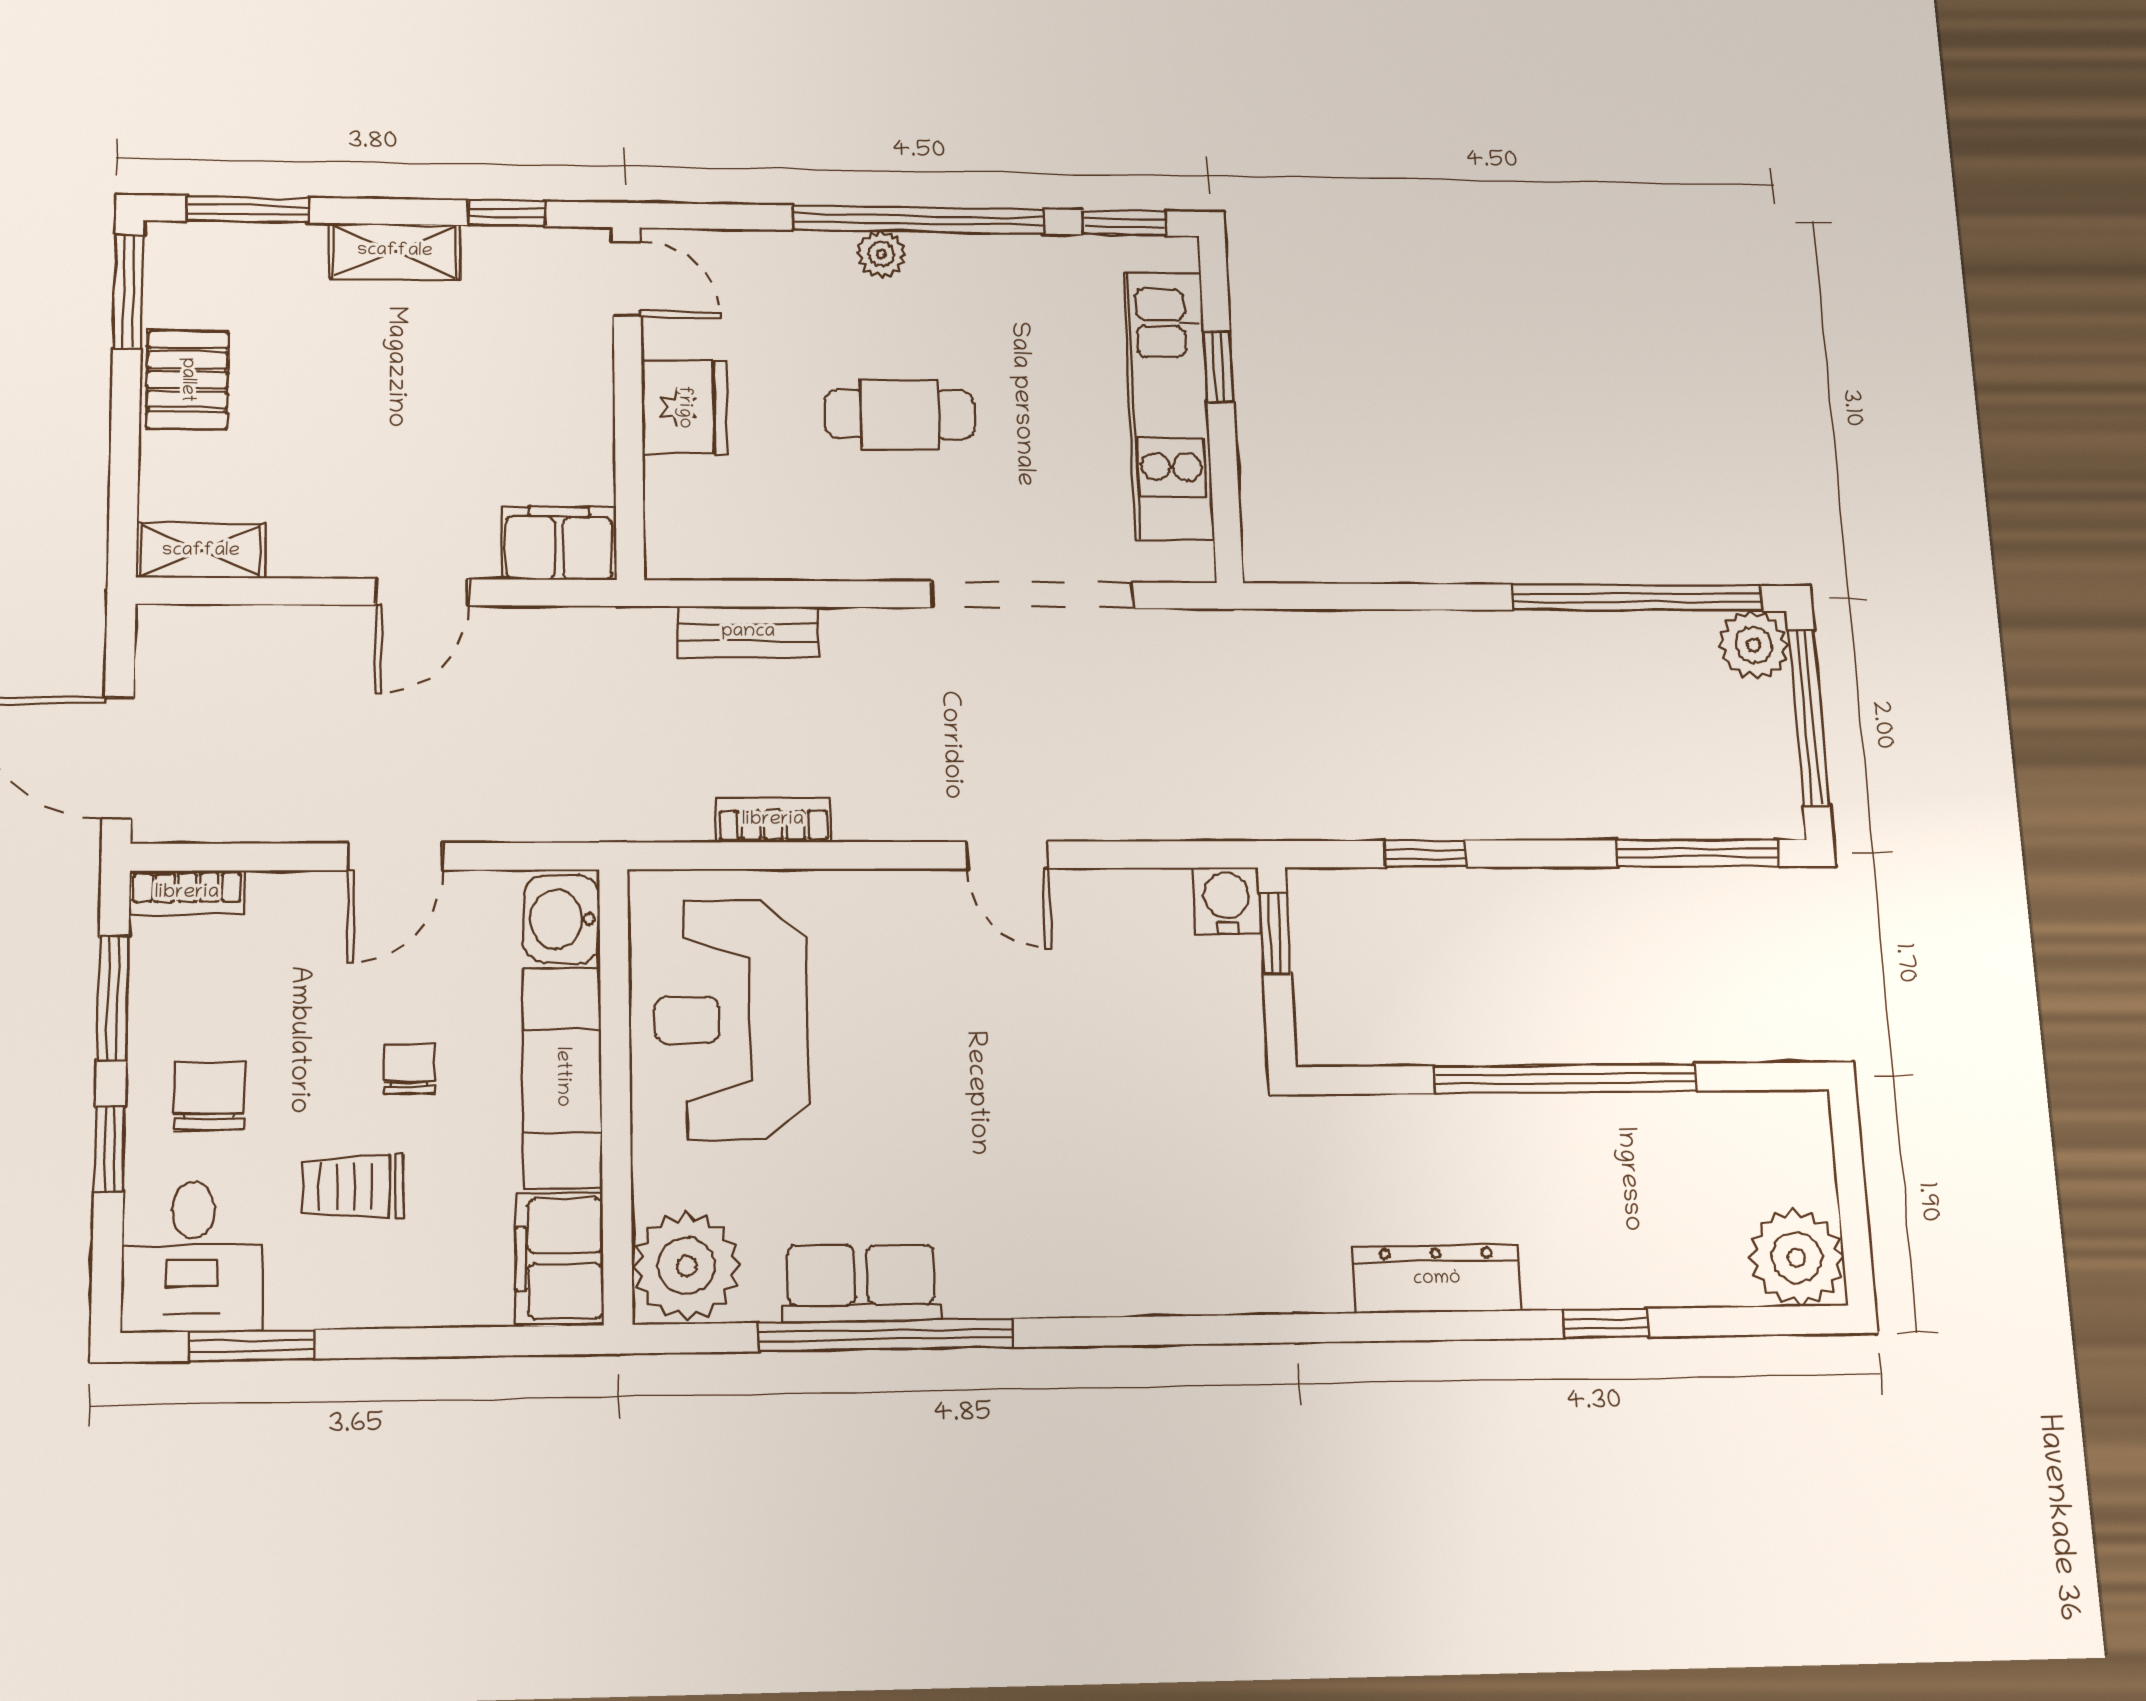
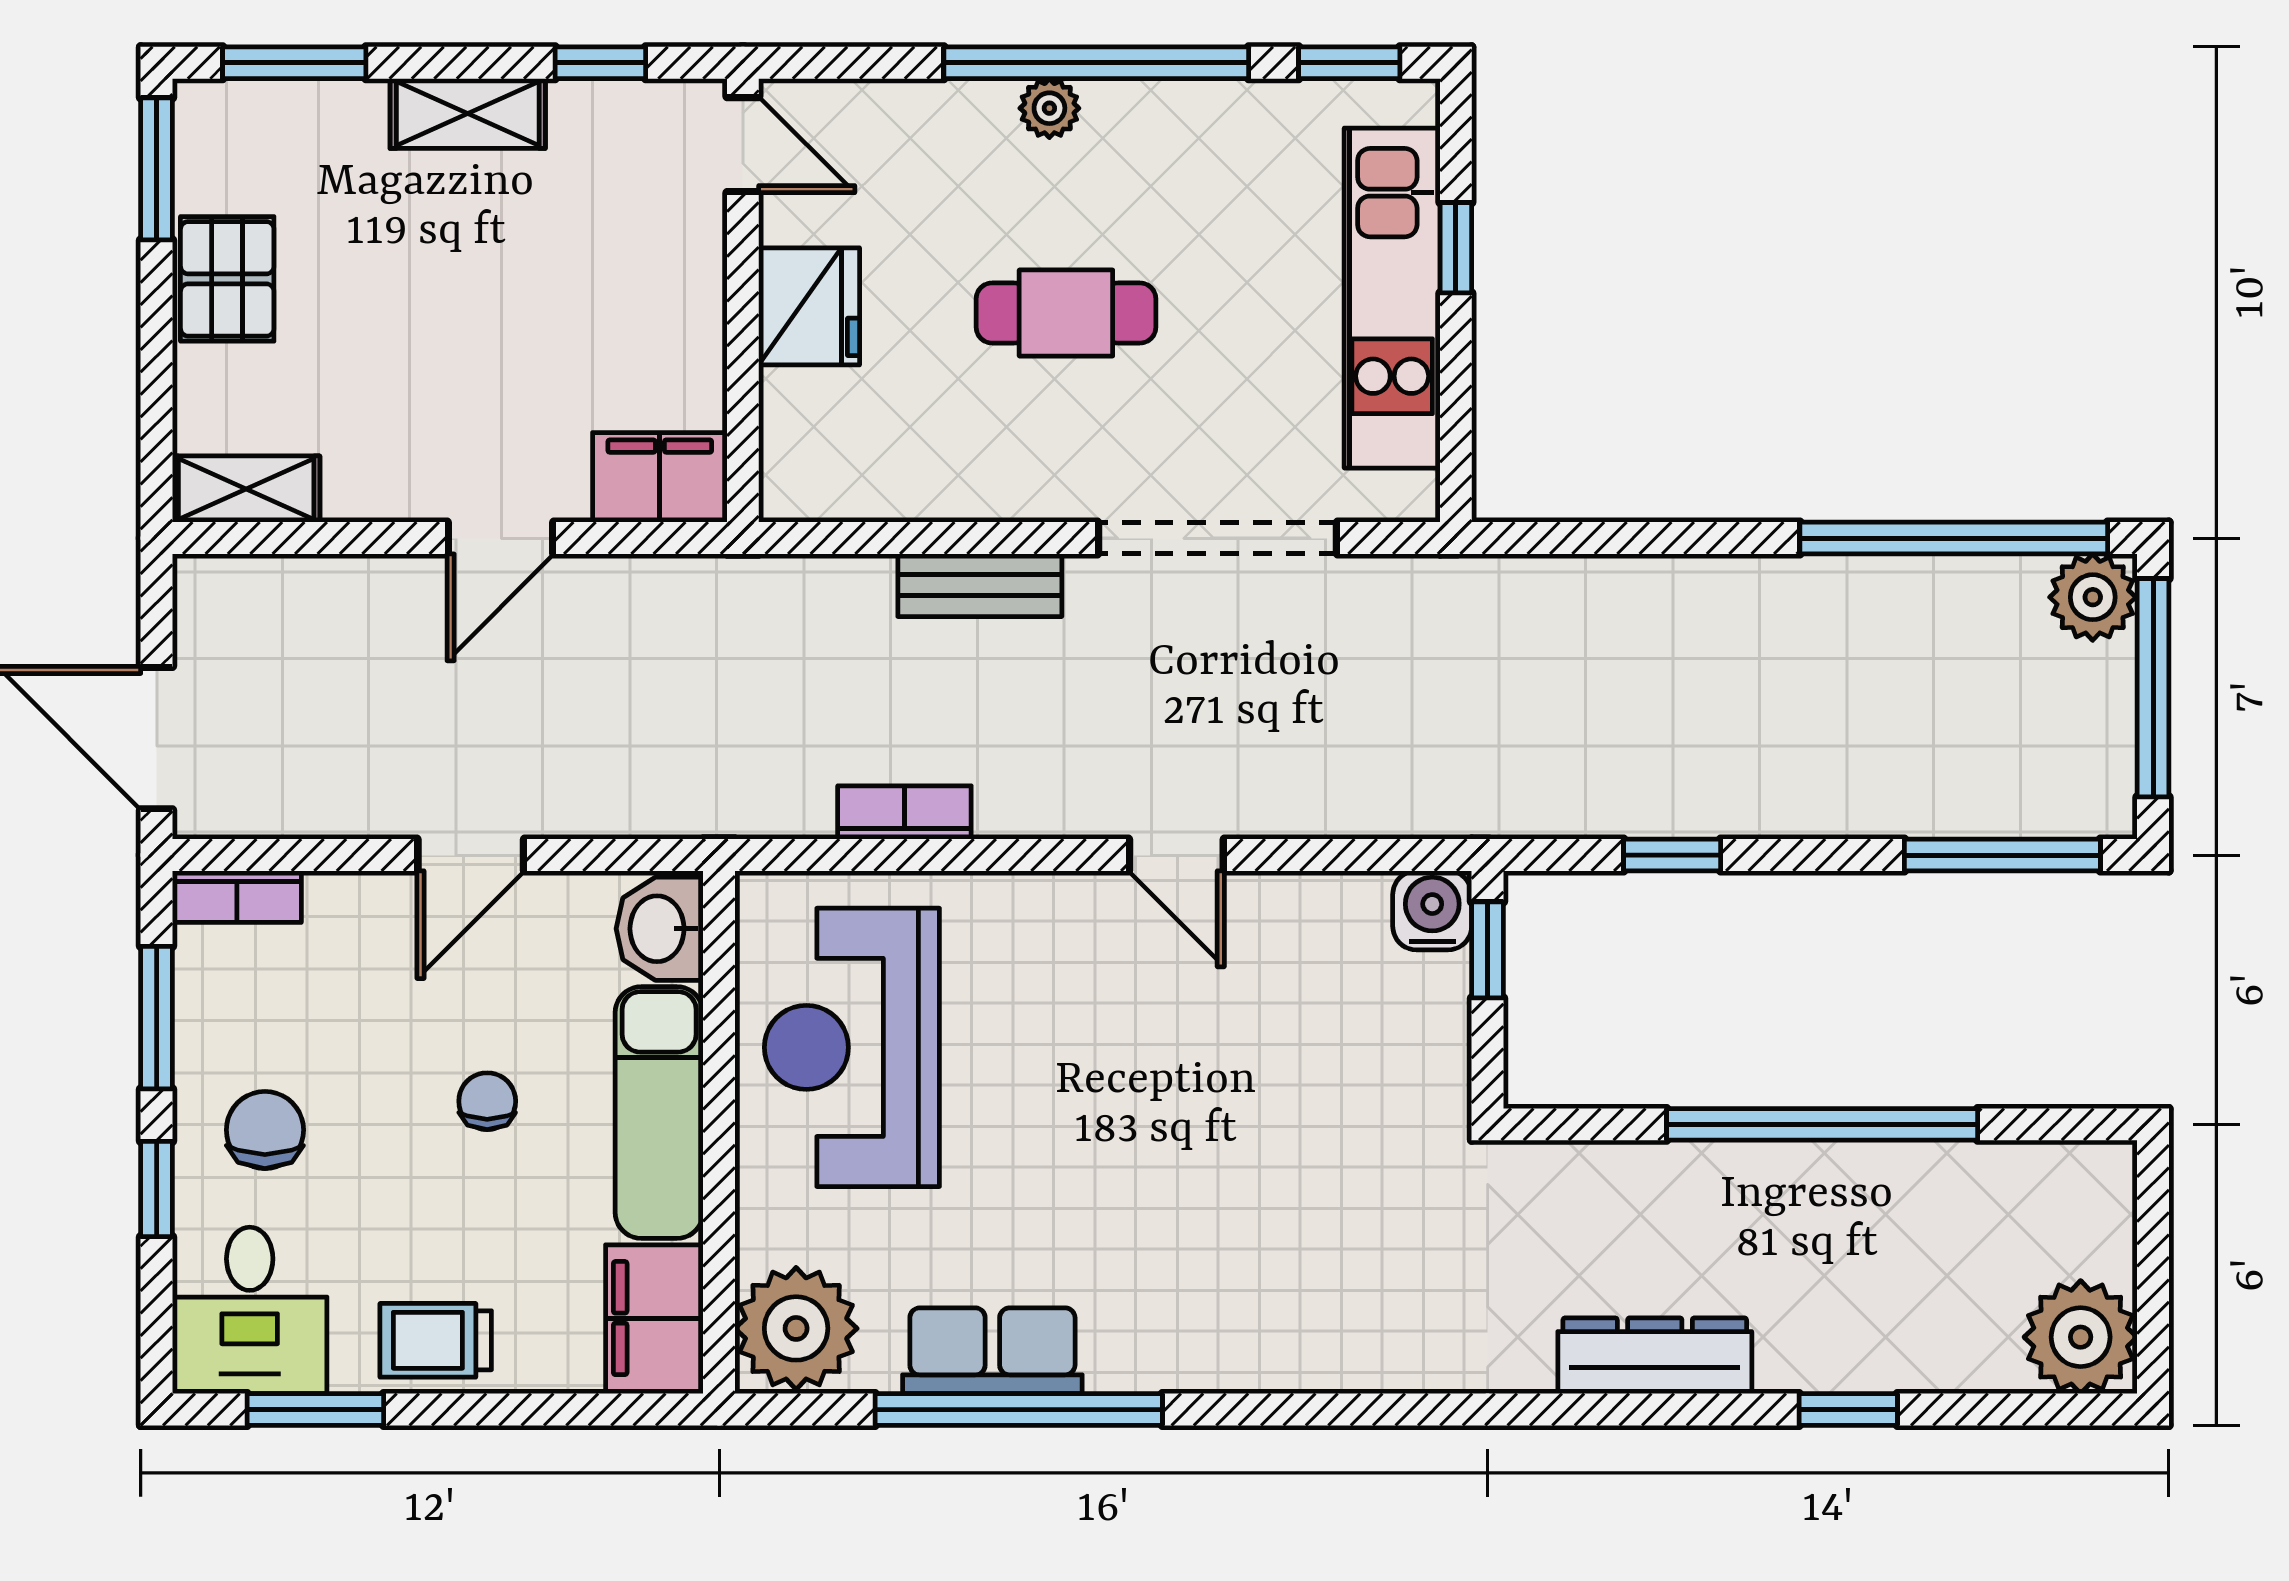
bench: (748, 632) -> (980, 585), moved
trolley: (353, 1186) -> (436, 1340), moved

